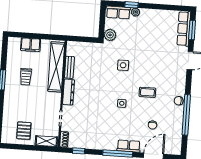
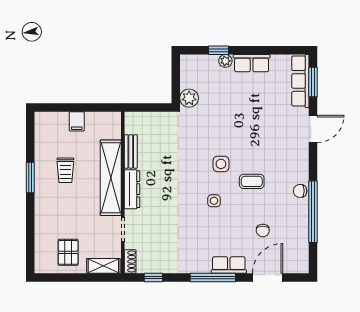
row of seats: (118, 12) -> (252, 63), moved
filing cabinet: (31, 45) -> (77, 121), width x0.50
side table: (123, 65) -> (221, 164), moved
shelving: (56, 67) -> (111, 178), moved

